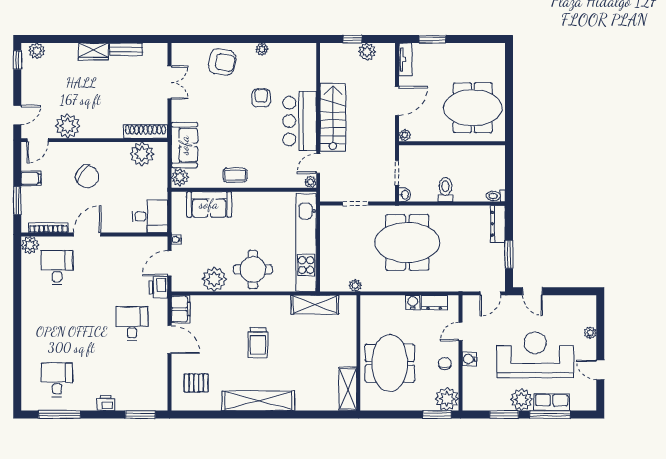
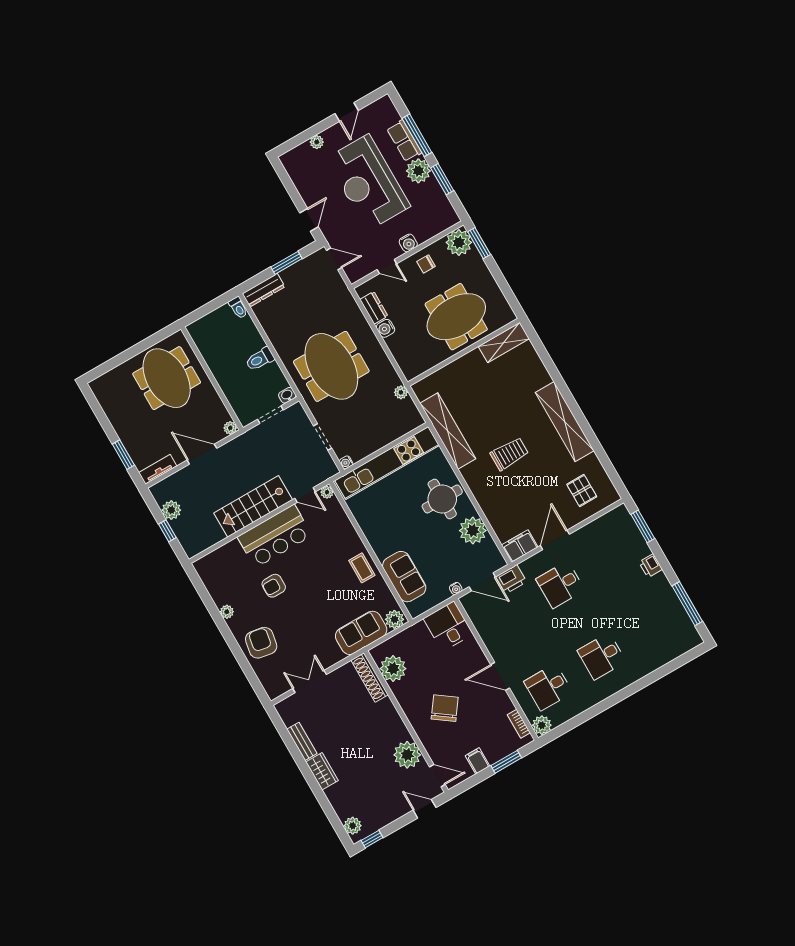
water cooler: (325, 211) -> (346, 462), added
bookcase: (48, 228) -> (519, 724), width x0.64
shelving: (315, 305) -> (448, 431), width x1.47
desk: (57, 380) -> (602, 656), moved

